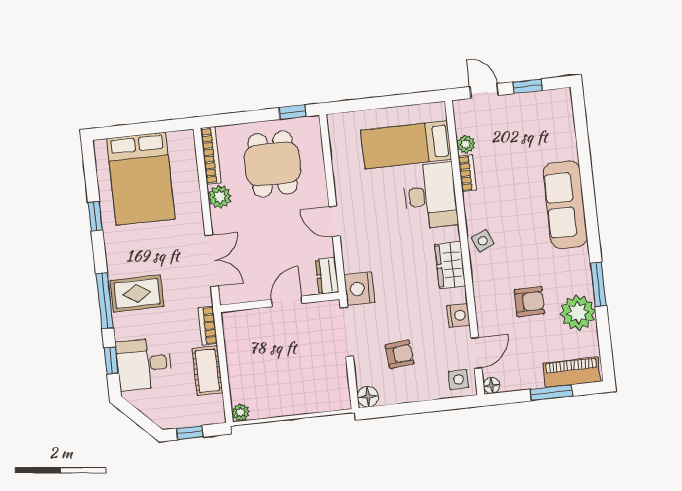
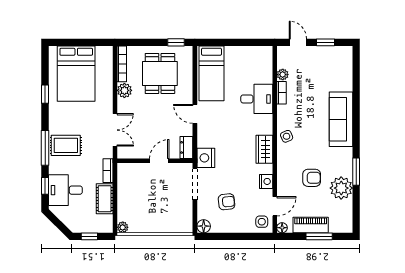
bed: (406, 145) -> (212, 73), moved, turned -90
desk: (430, 196) -> (257, 99), width x0.73
piano: (572, 372) -> (311, 225), moved

